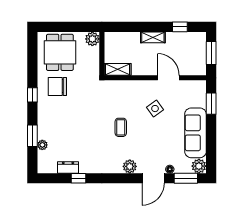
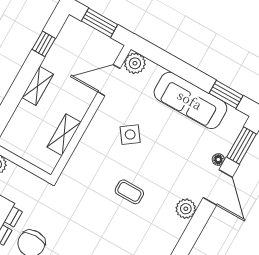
shelving: (118, 69) -> (64, 135), moved
door: (168, 78) -> (109, 80), moved
window: (211, 104) -> (226, 94), moved
plant: (199, 166) -> (135, 63), moved

